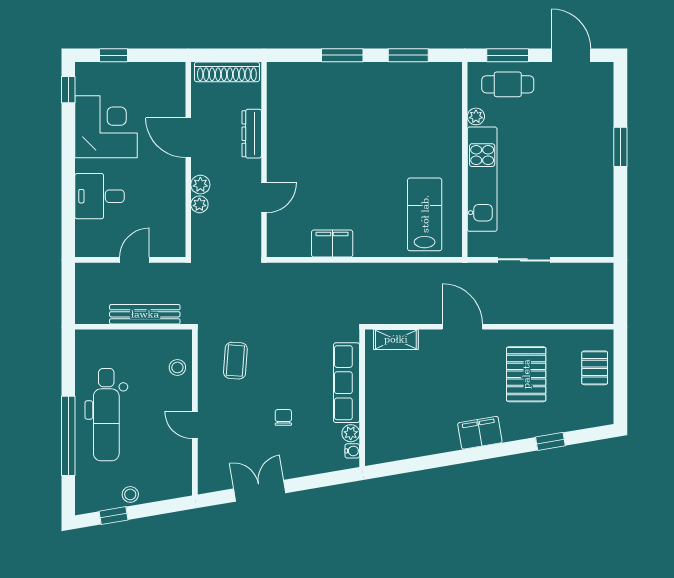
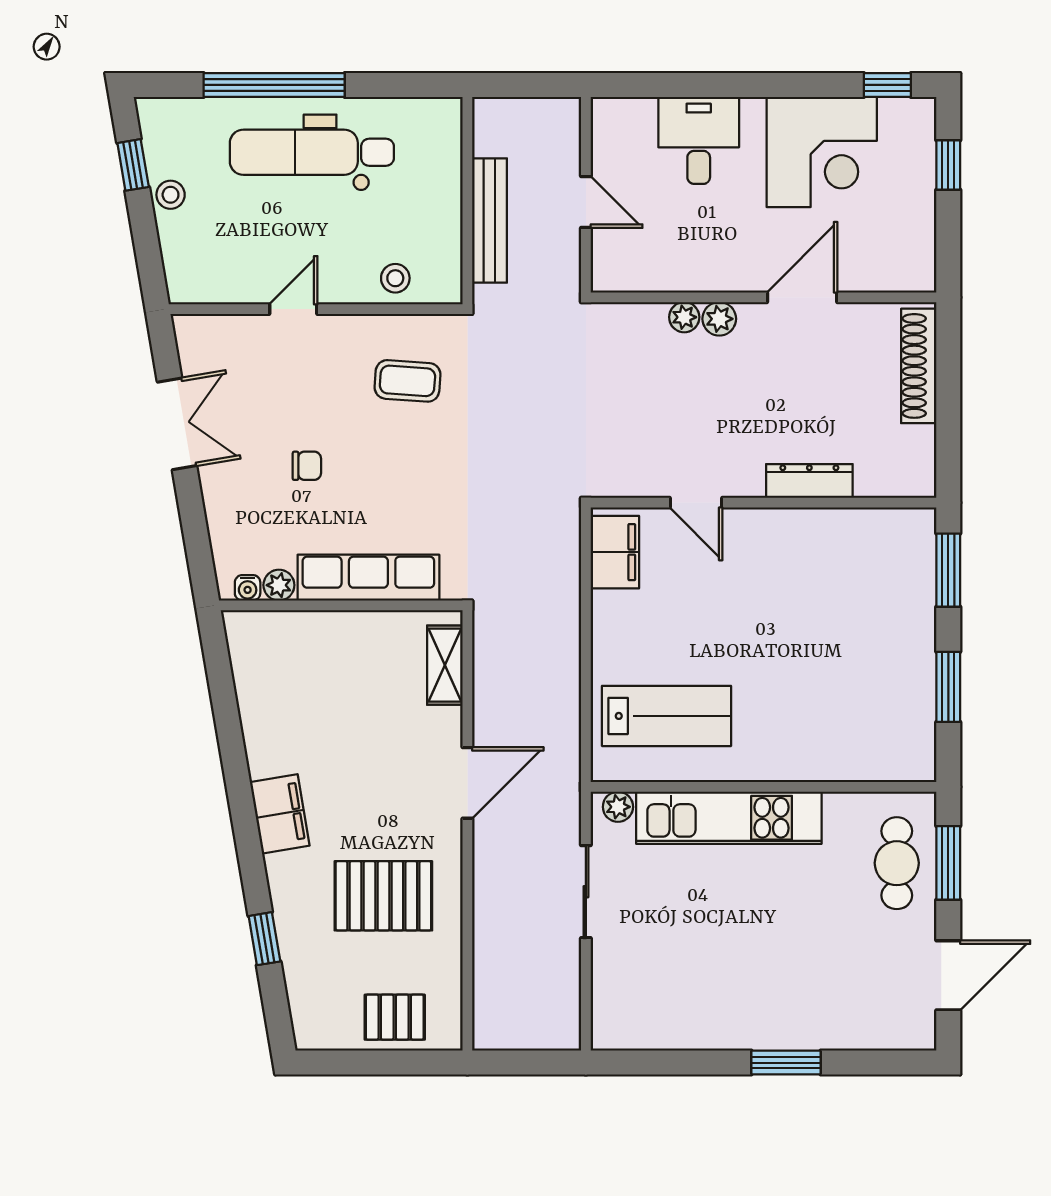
plant: (476, 116) -> (618, 807), moved
dresser: (252, 134) -> (809, 481), moved
wall: (264, 160) -> (764, 503), moved
door: (264, 198) -> (696, 503), moved

